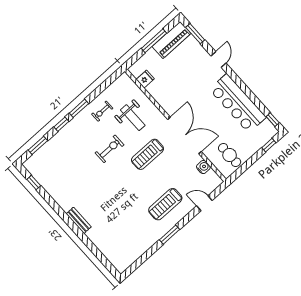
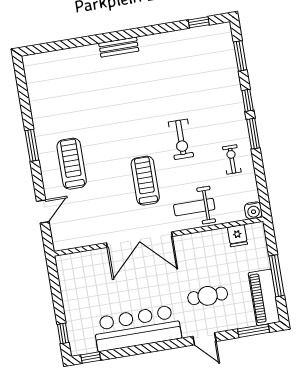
weight bench: (133, 118) -> (194, 207), moved
cafe table: (230, 155) -> (208, 296), moved
water cooler: (203, 167) -> (253, 210), moved

